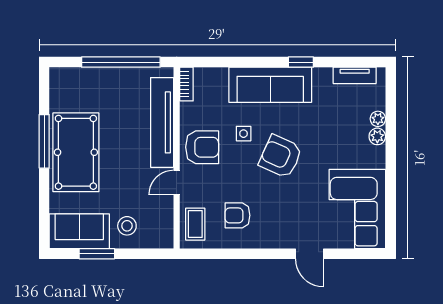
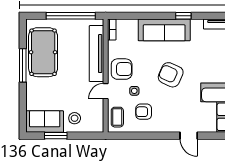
side table: (244, 134) -> (134, 91), moved
pool table: (76, 152) -> (43, 52), moved

